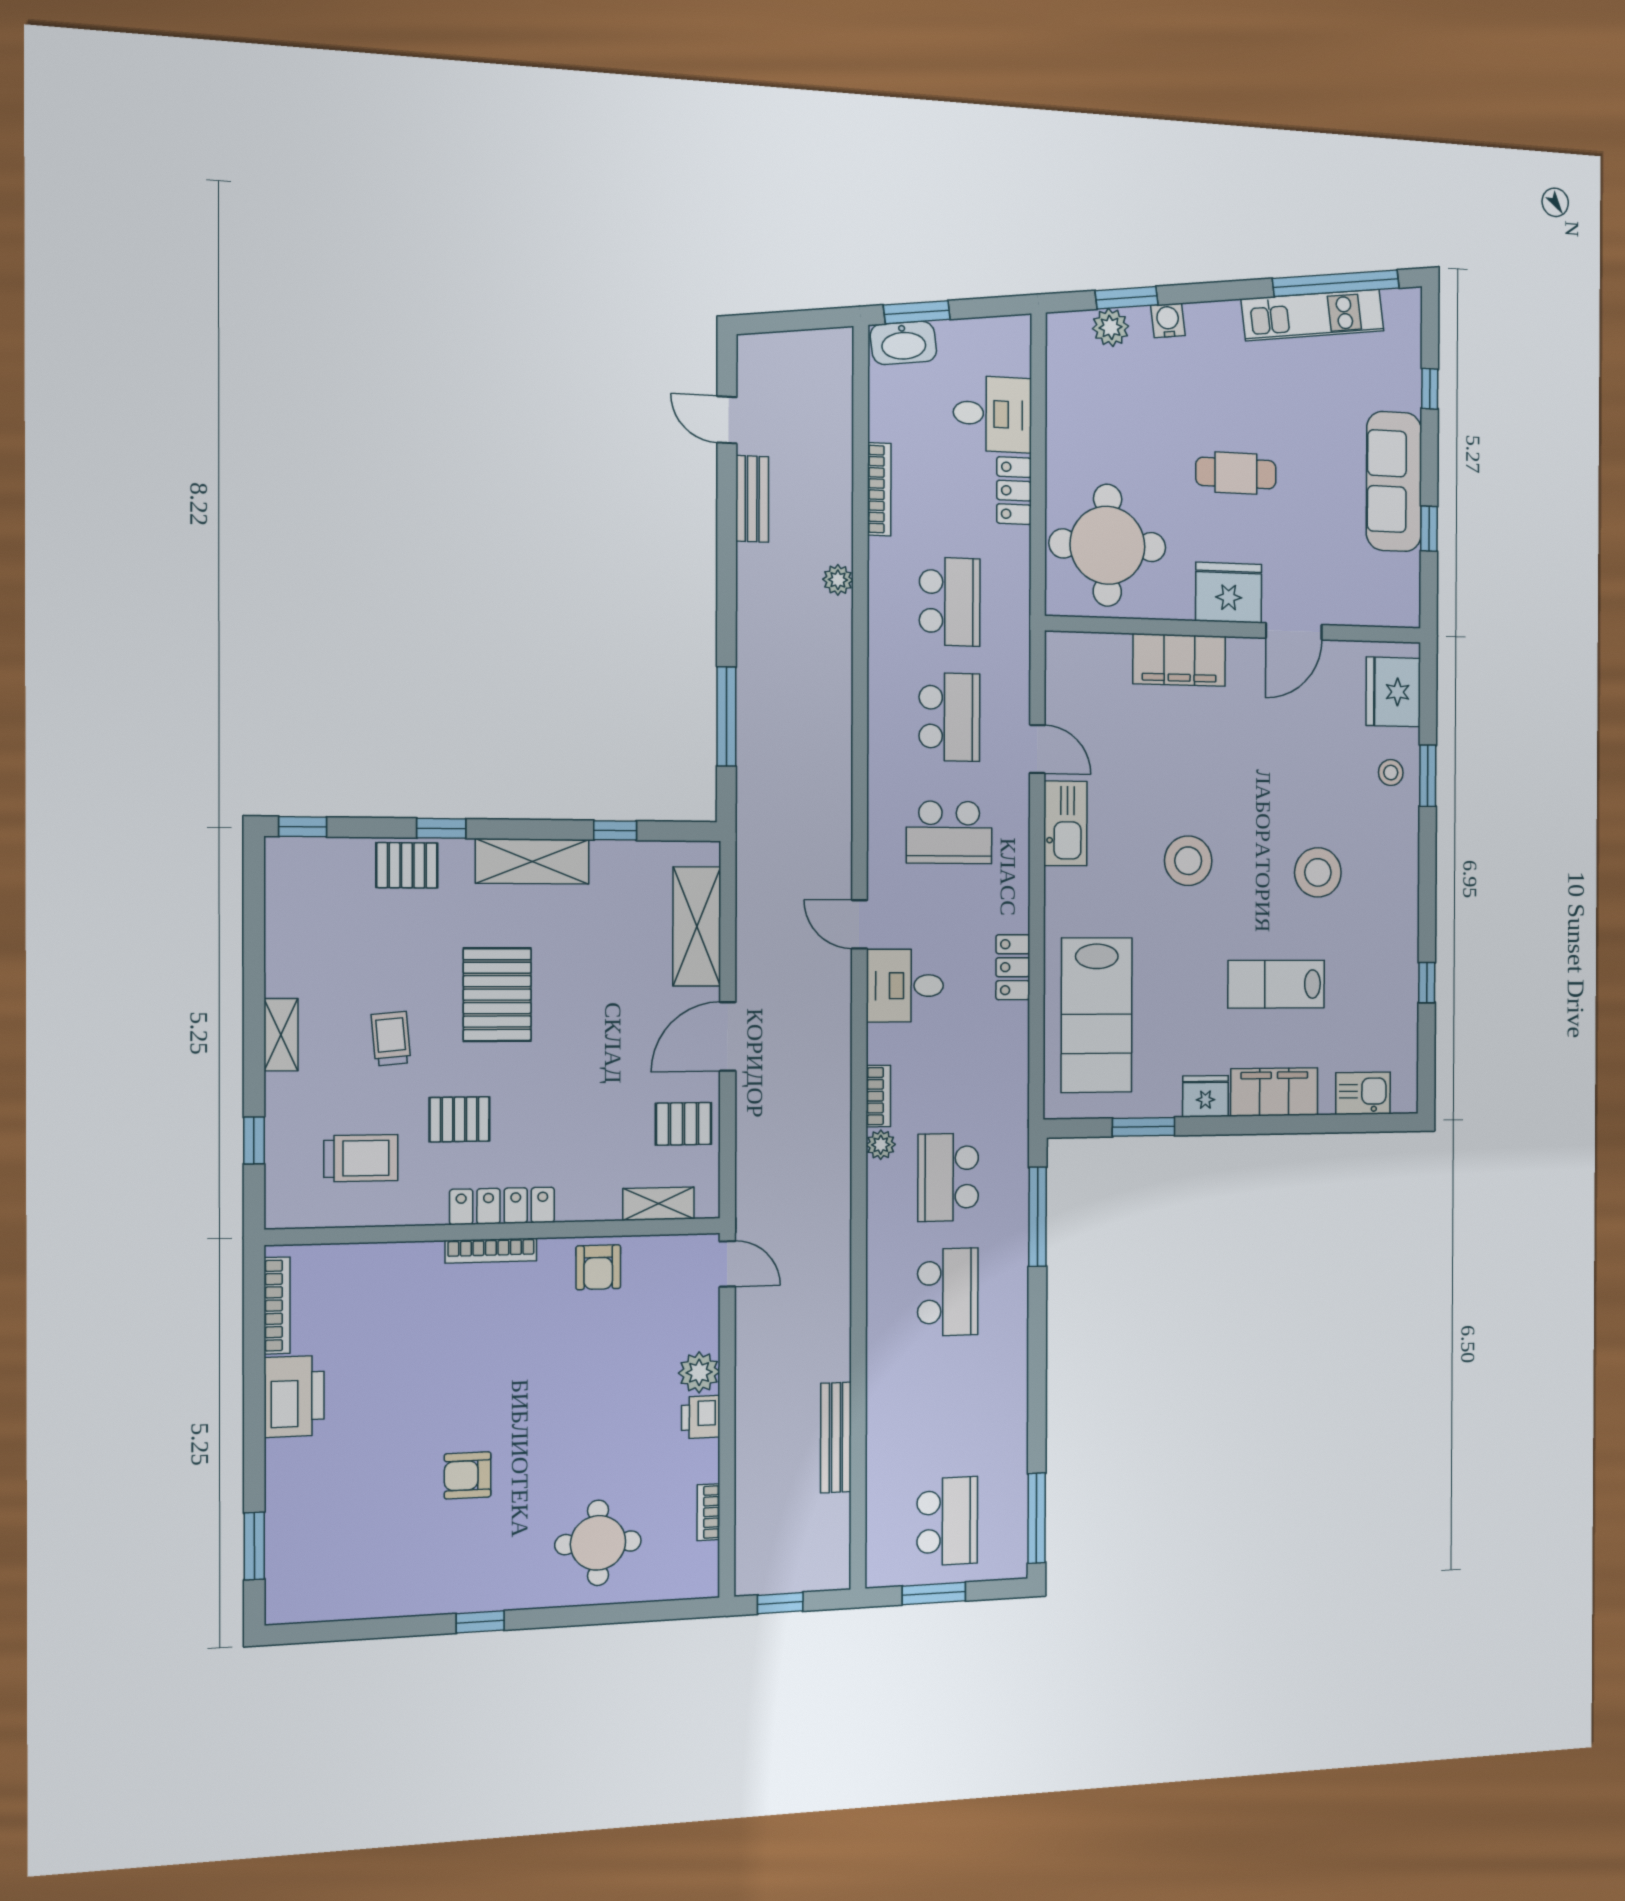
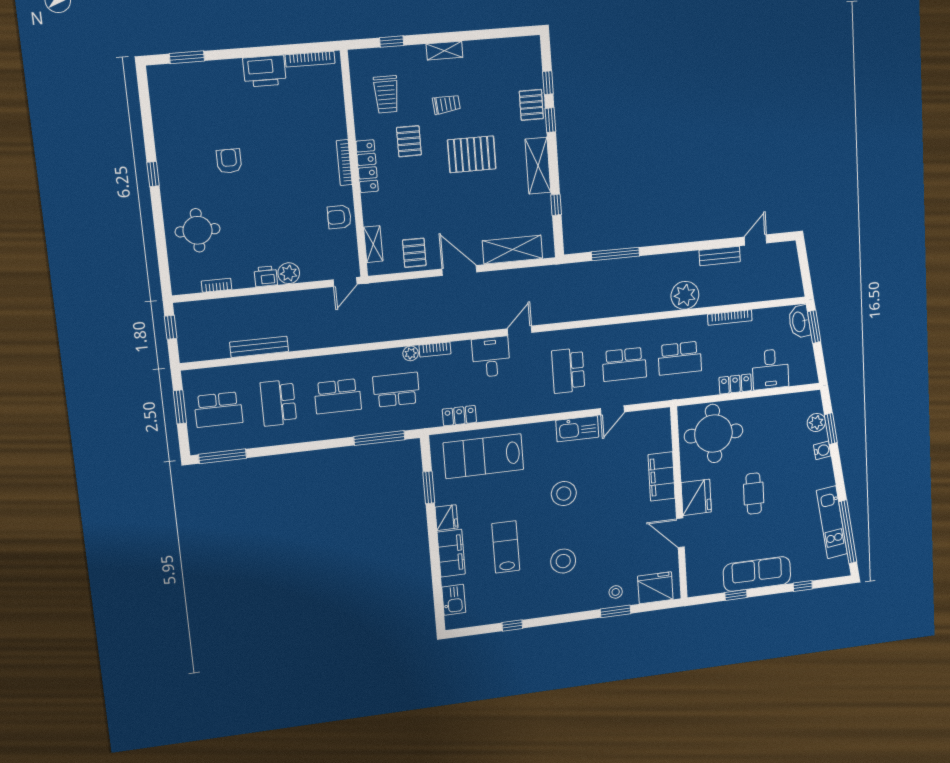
plant: (838, 580) -> (685, 295), width x1.88, depth x1.88
window: (303, 827) -> (548, 83), moved
locker: (1013, 967) -> (459, 416), moved
school desk: (948, 1407) -> (278, 403), added

